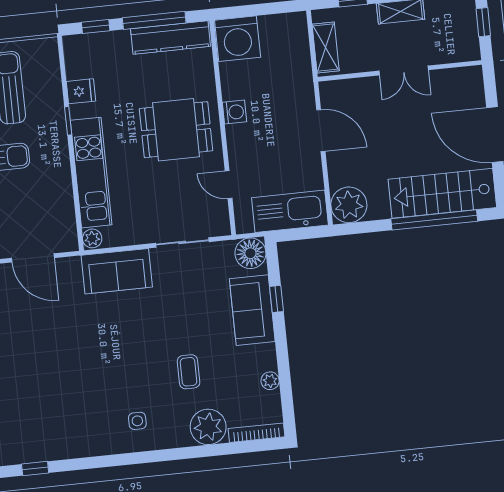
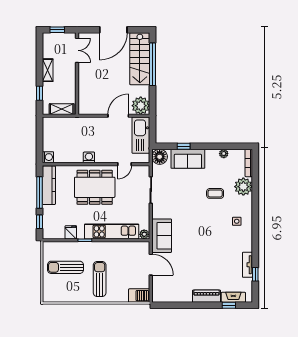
washing machine: (238, 39) -> (48, 157), width x0.53, depth x0.53
double door: (404, 70) -> (77, 50), moved
dining table: (176, 130) -> (95, 187), width x1.38
door: (321, 131) -> (118, 116), moved
door: (33, 258) -> (151, 265), hinge flipped
sofa: (117, 271) -> (162, 236), moved
tv unit: (53, 451) -> (247, 265), added

